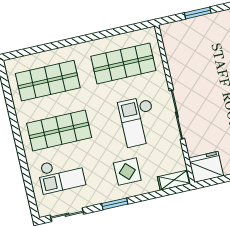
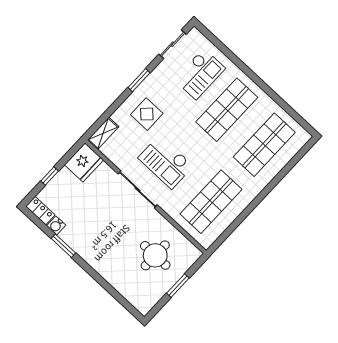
round table: (199, 50) -> (155, 255), added
checkout: (138, 122) -> (166, 162), turned 180
checkout: (61, 175) -> (200, 74), turned 180

